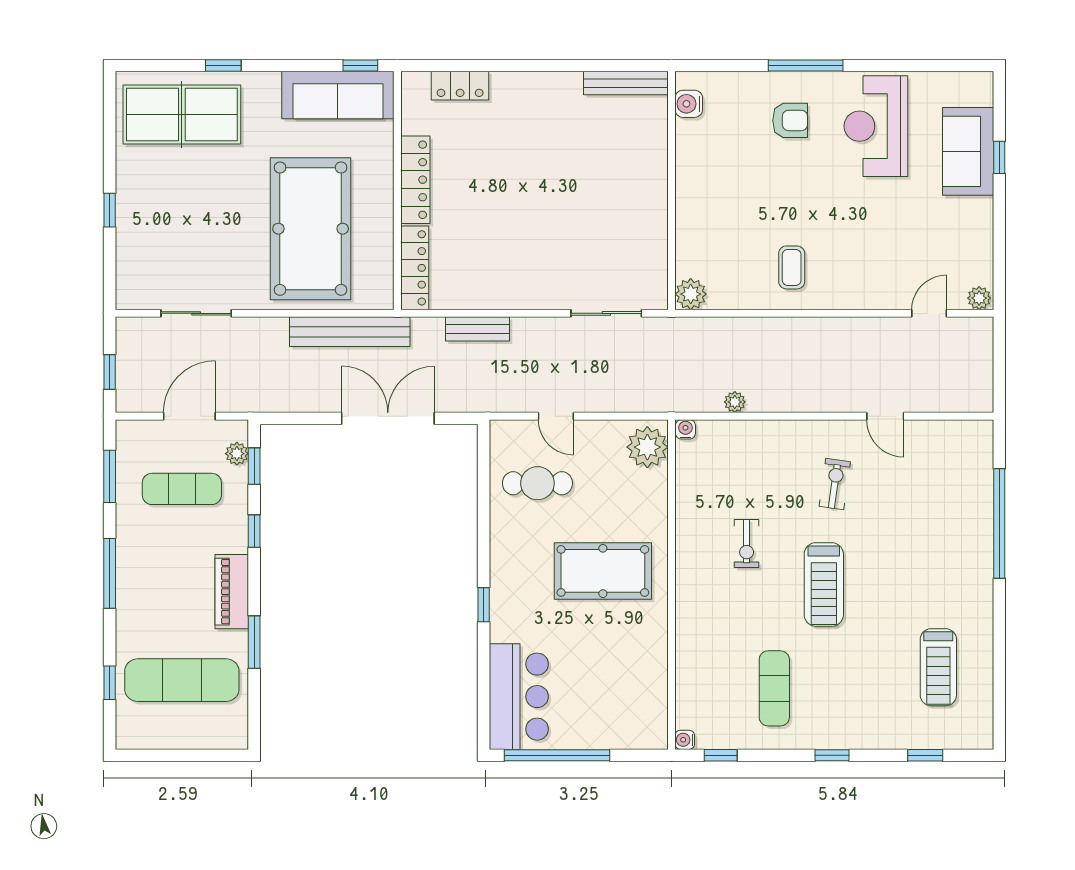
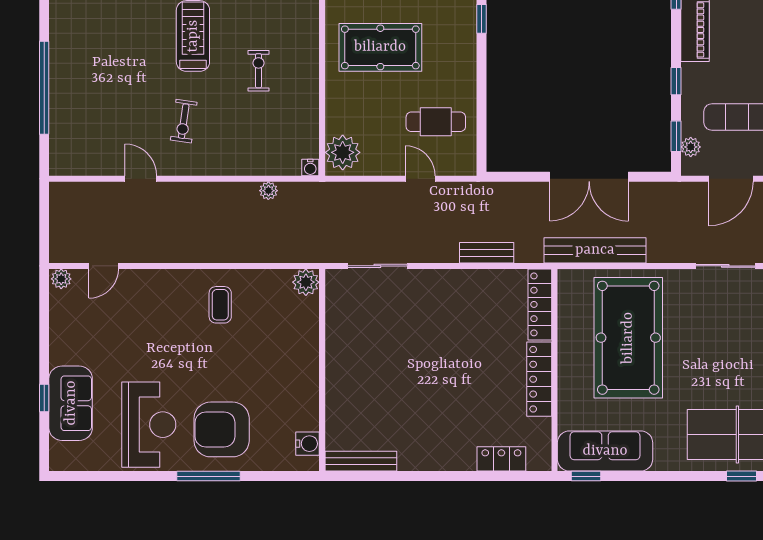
window: (223, 65) -> (742, 476), moved
armchair: (790, 120) -> (222, 429), width x1.88, depth x1.88
double door: (388, 418) -> (589, 177), moved

